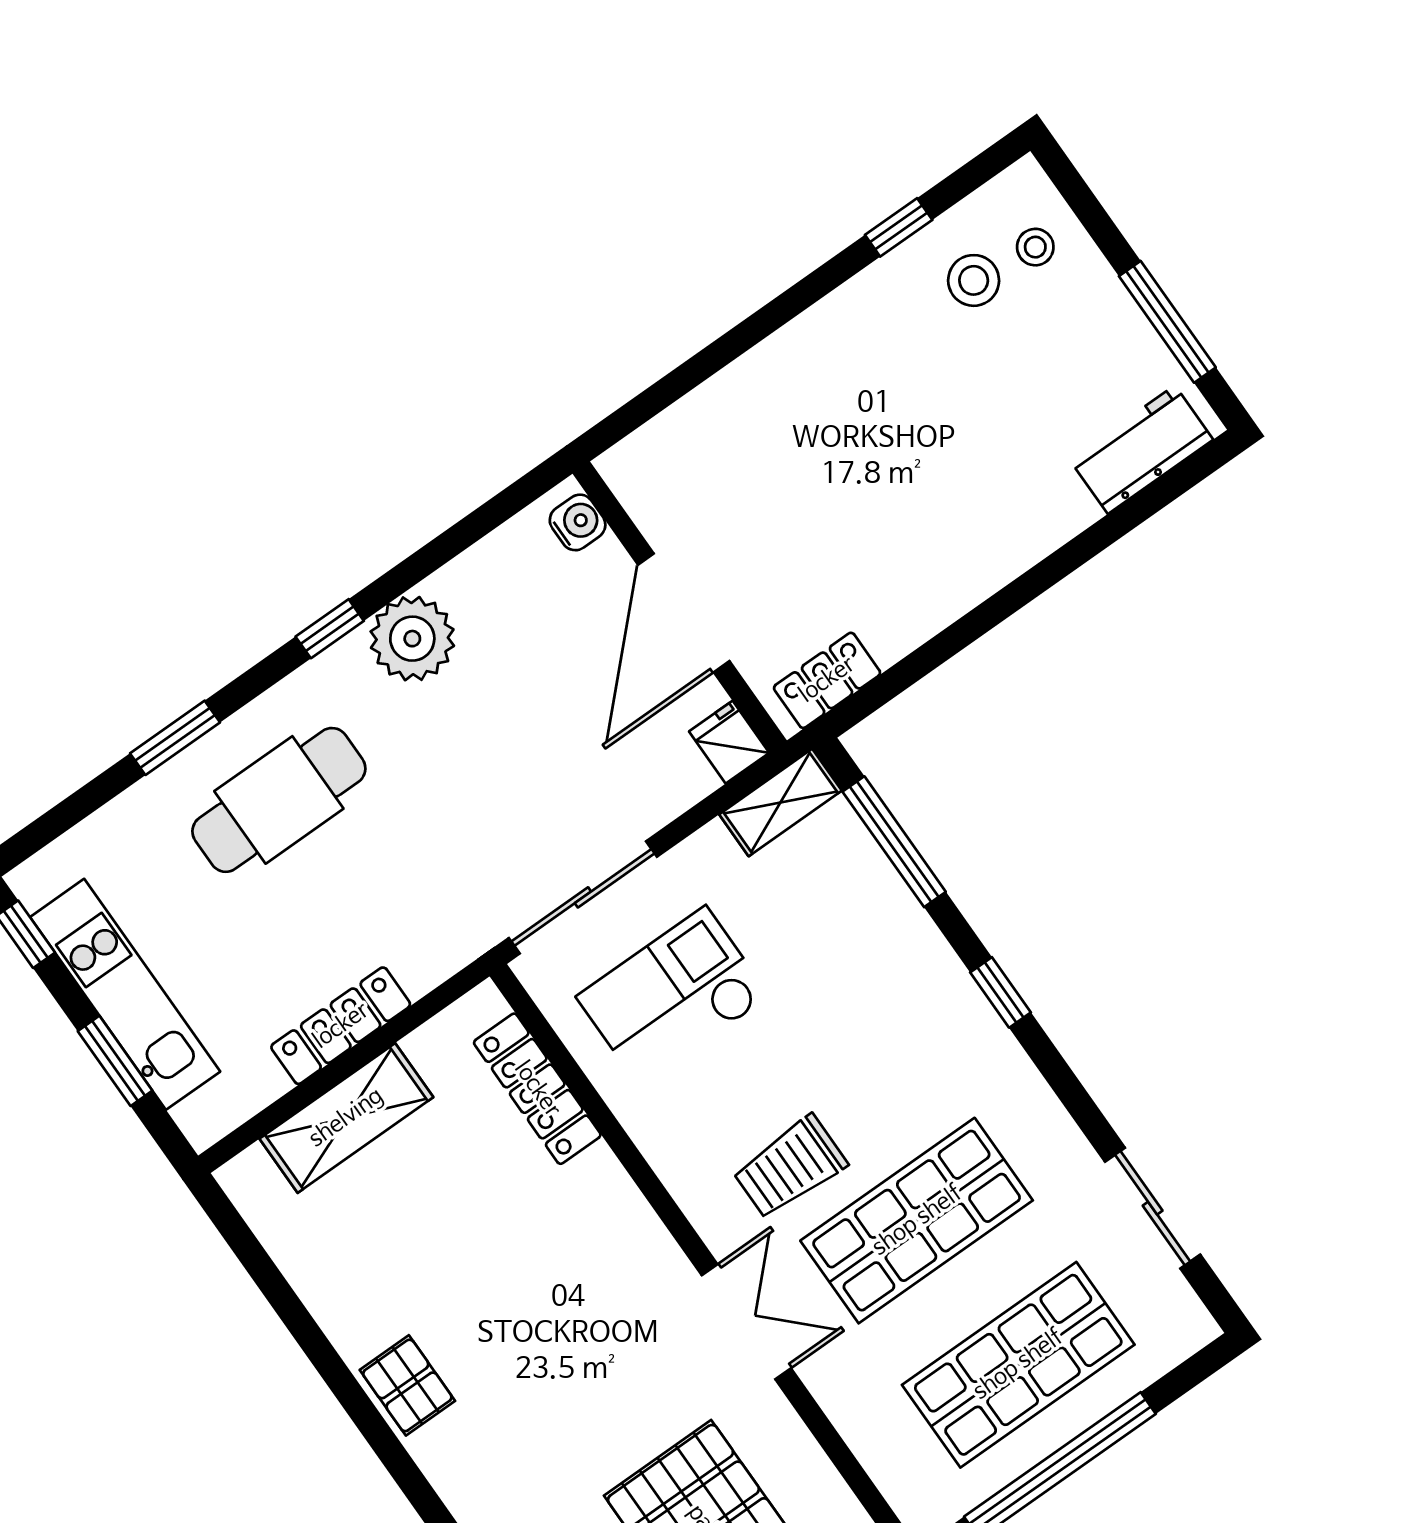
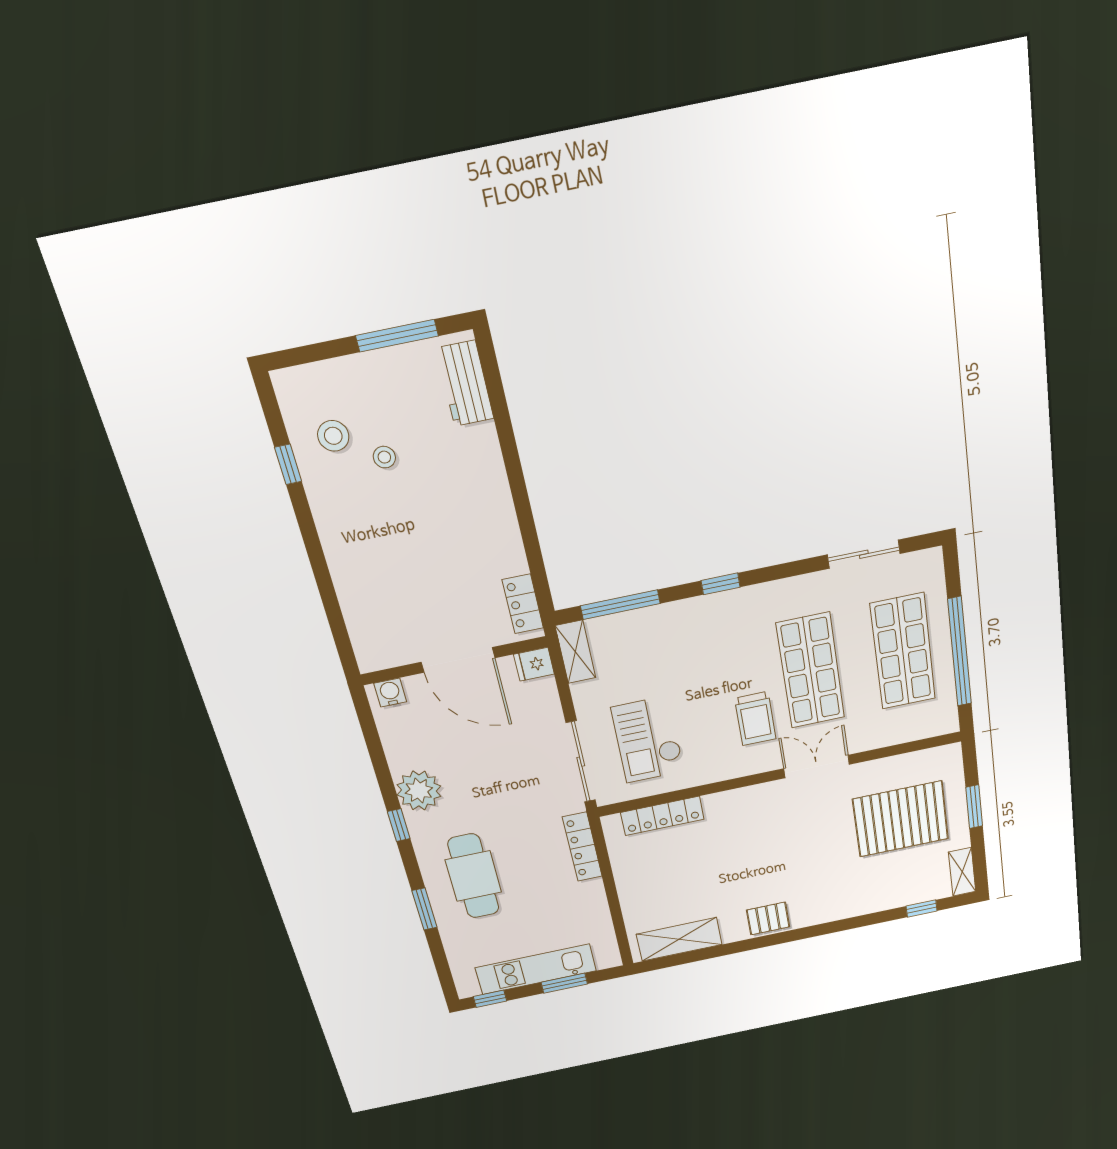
stool: (1035, 247) -> (384, 457), moved
locker: (341, 1026) -> (582, 847), moved
shelving: (346, 1118) -> (679, 939), moved, turned 90

